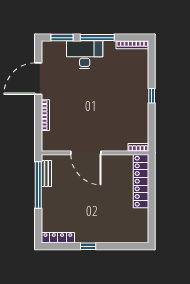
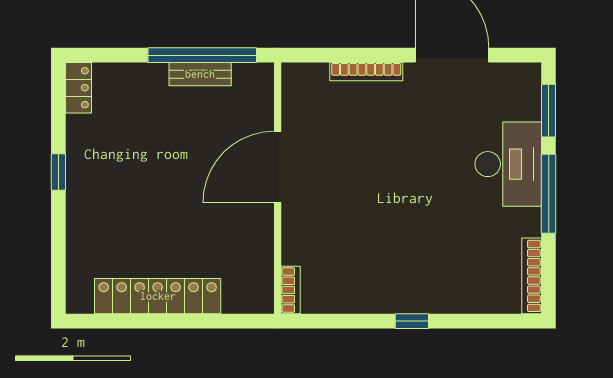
bench: (46, 173) -> (200, 74), moved
locker: (141, 181) -> (158, 296), moved
locker: (58, 238) -> (78, 88), width x0.66

